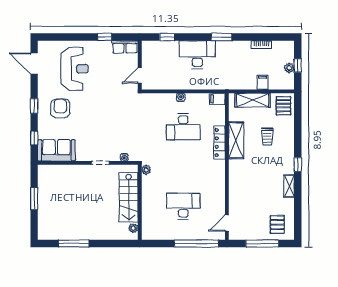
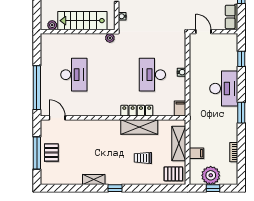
plant: (289, 68) -> (211, 175), width x1.88, depth x1.88
pallet: (277, 224) -> (51, 153), moved, turned 90

